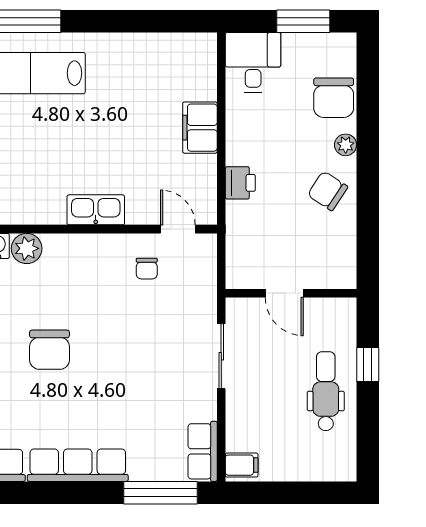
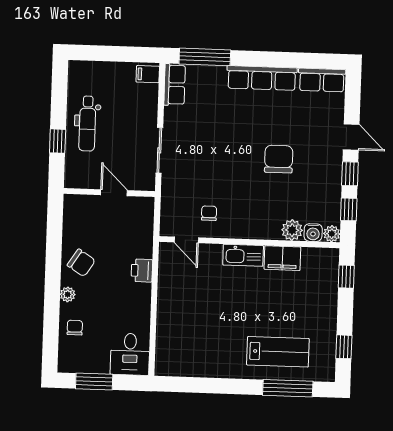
chair: (334, 98) -> (75, 328), width x0.54, depth x0.54
filing cabinet: (200, 128) -> (282, 258), moved, turned 90

